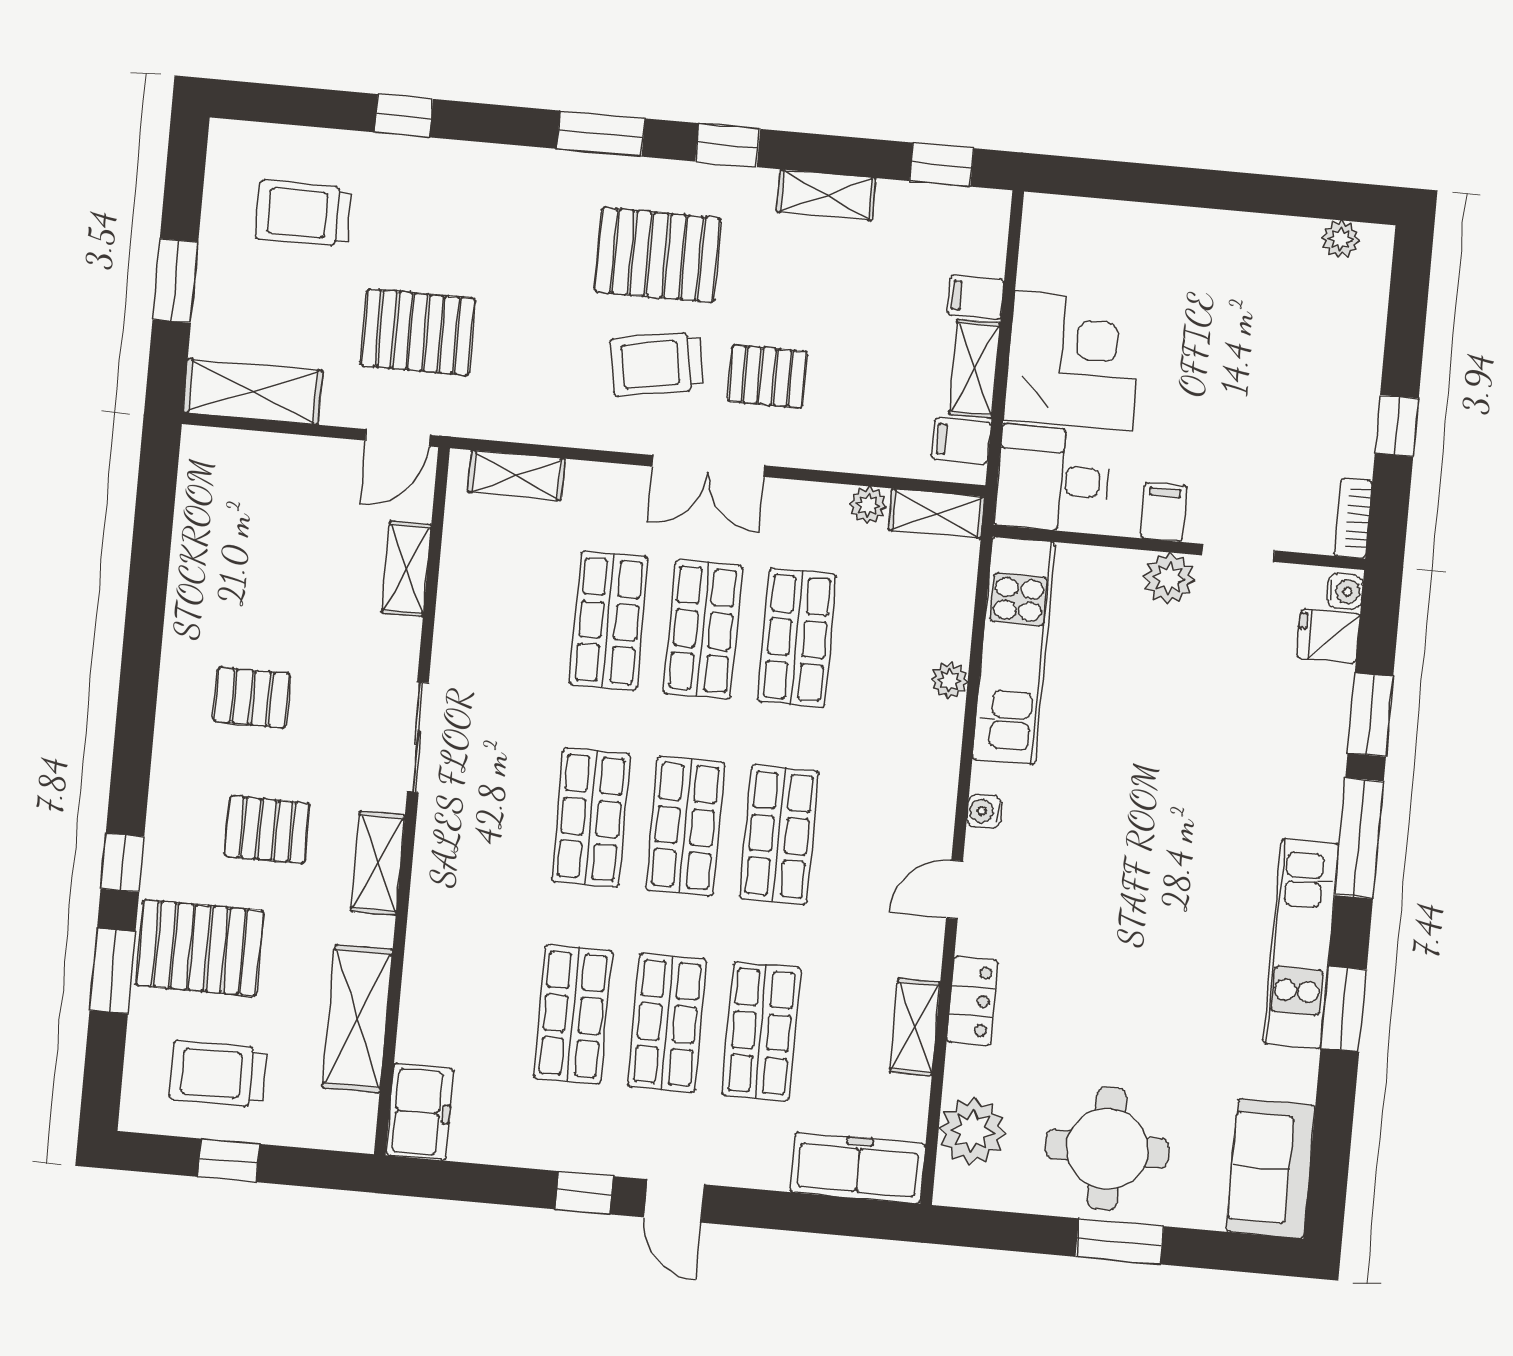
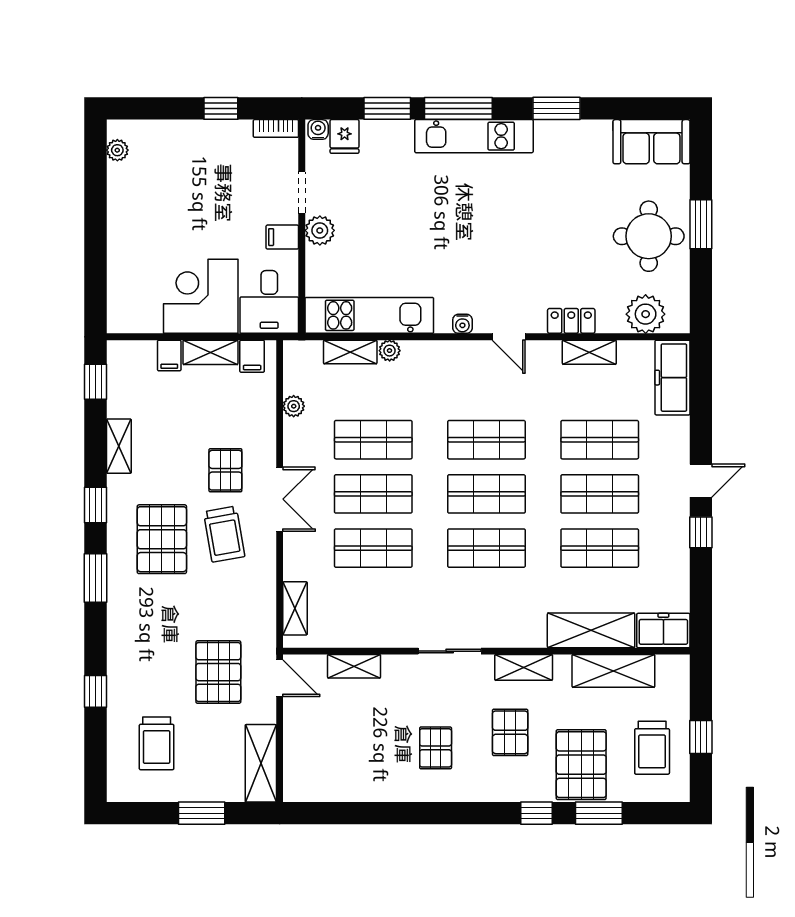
shelving: (936, 514) -> (350, 352), moved, turned 90
kitchen unit: (1301, 944) -> (474, 136), moved
shelving: (431, 986) -> (591, 630), added

